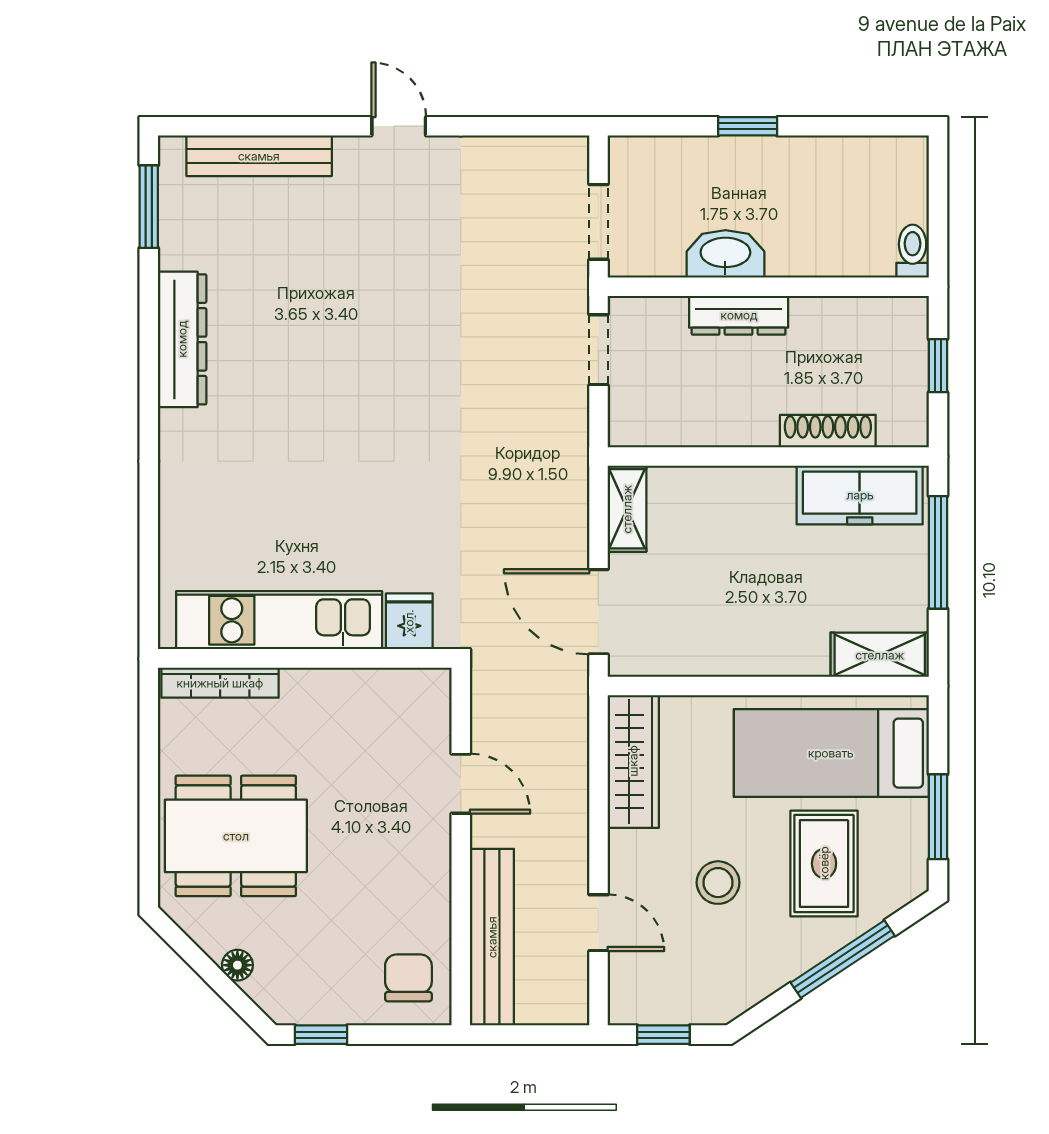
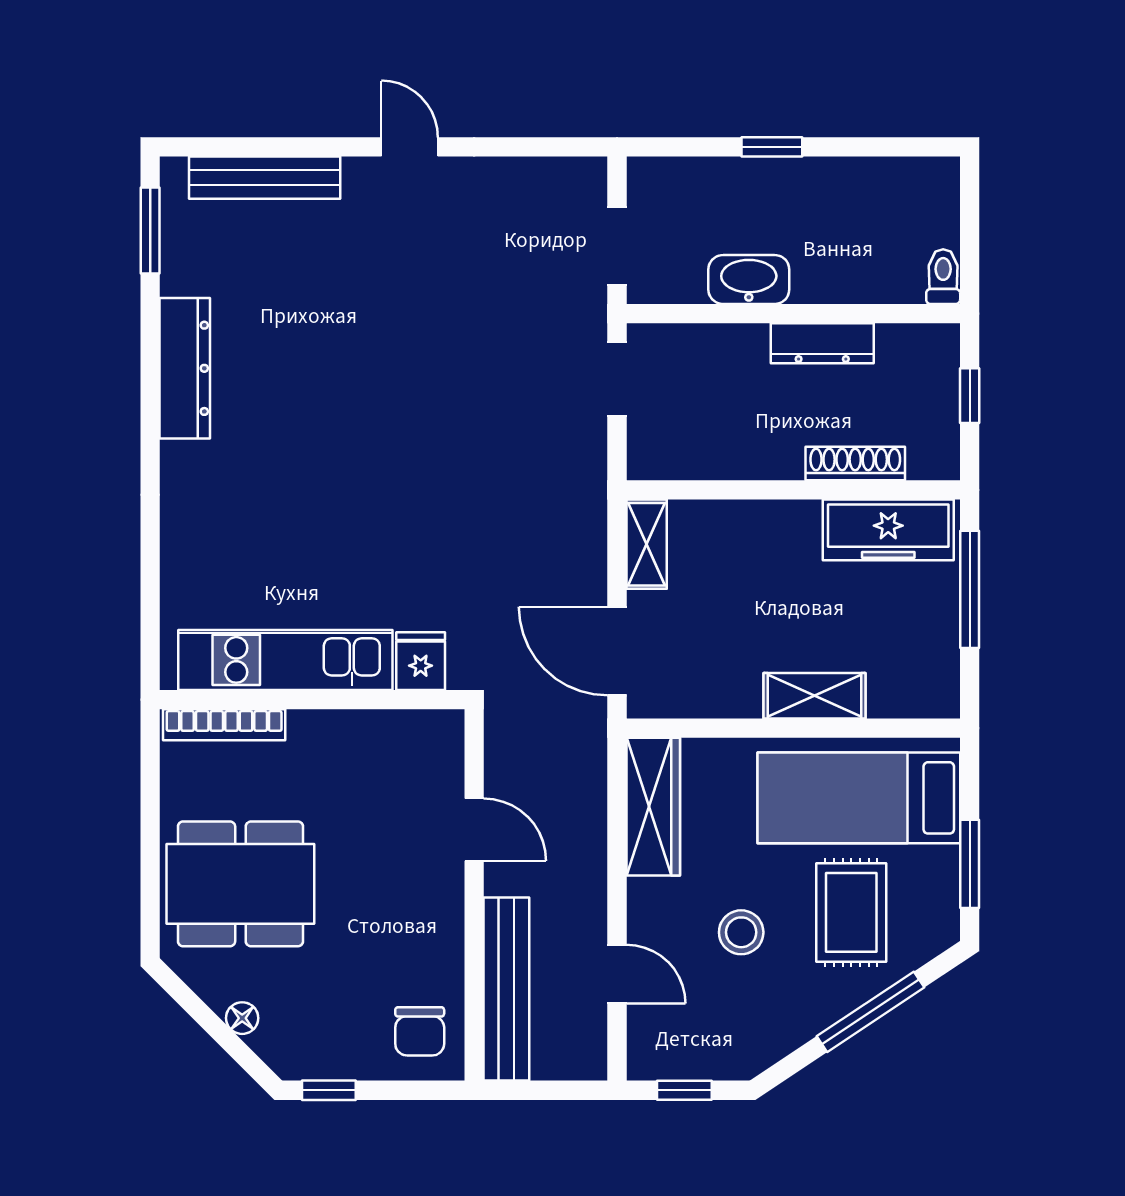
dresser: (739, 315) -> (822, 343), moved
shelving: (880, 655) -> (815, 696), moved
chair: (408, 978) -> (420, 1031), turned 180

